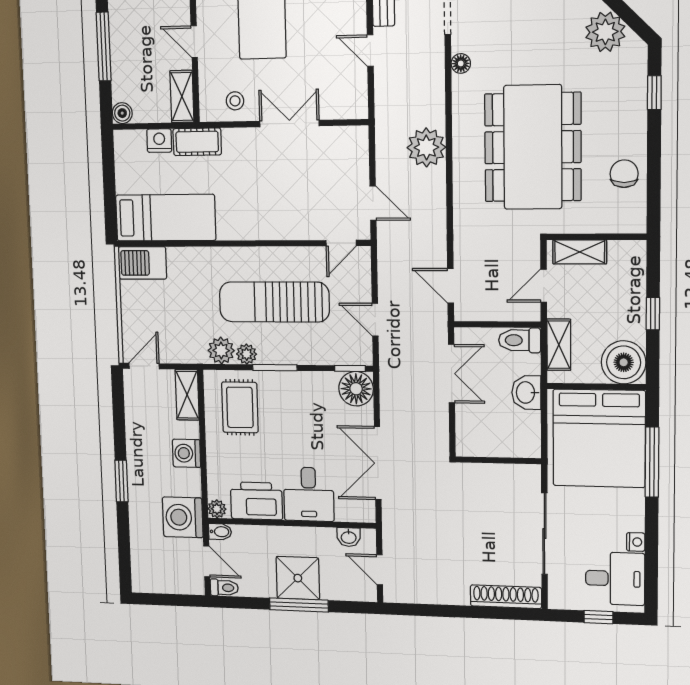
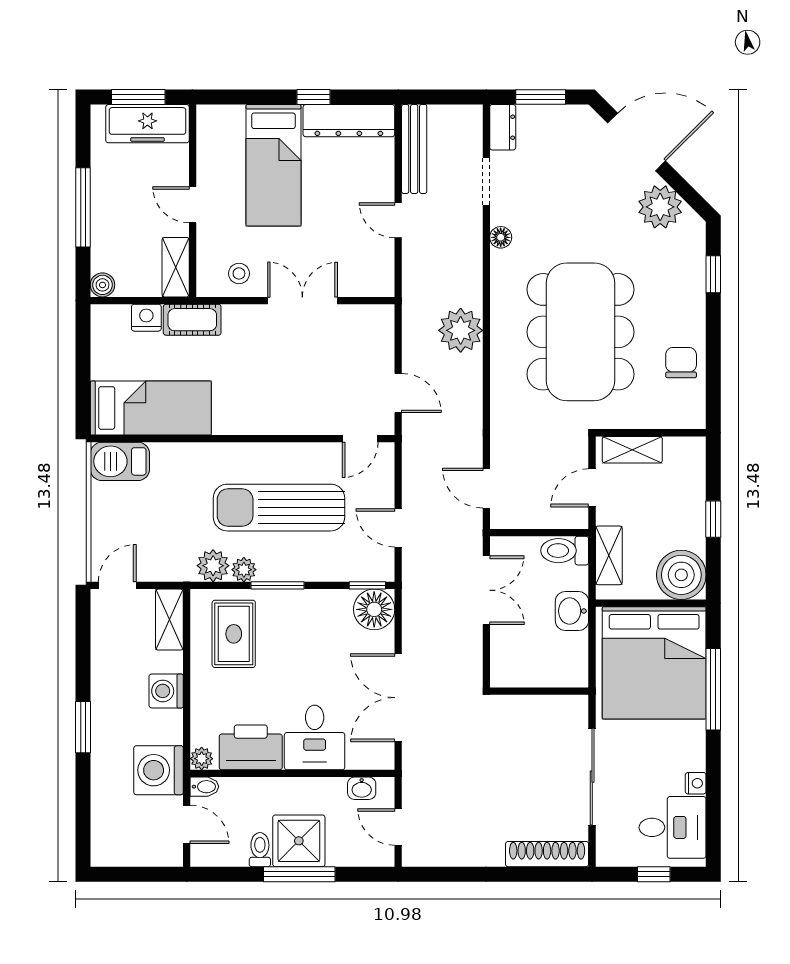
toilet: (224, 588) -> (260, 850), moved, turned -90

